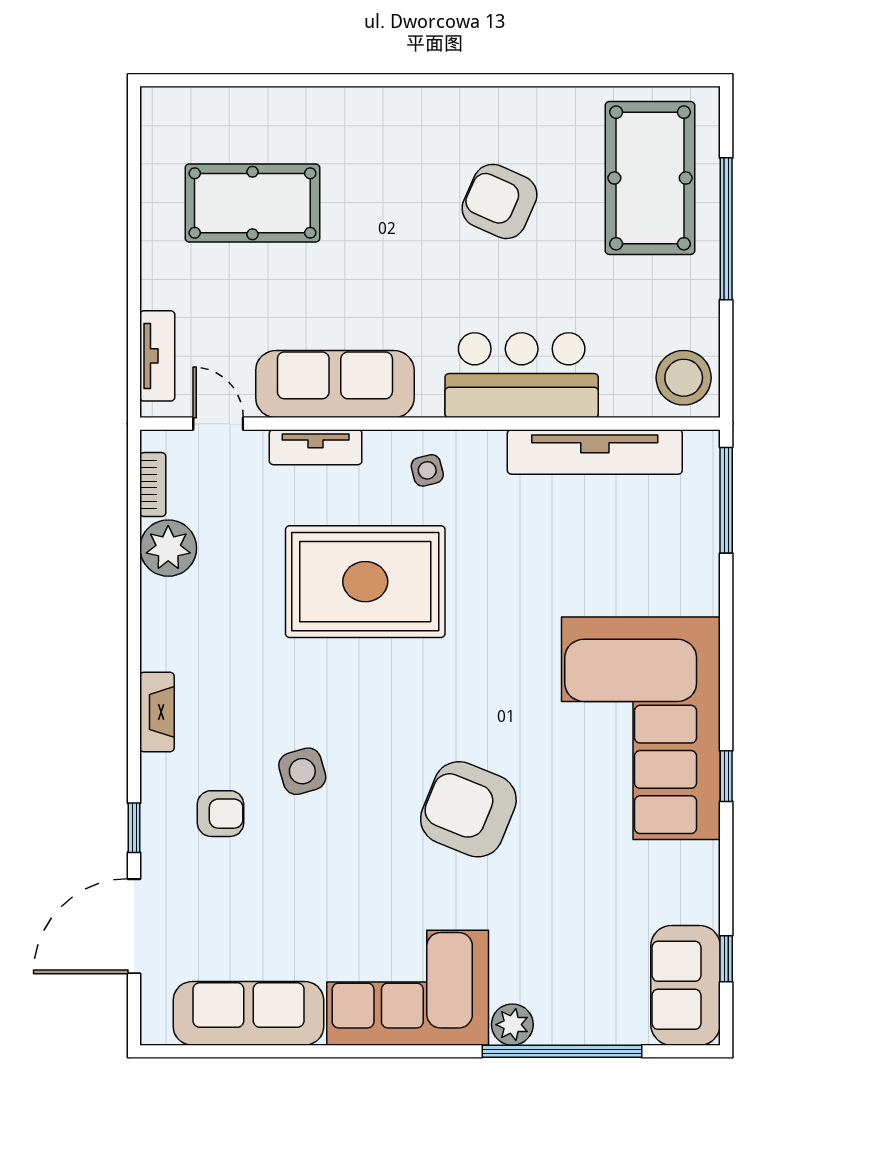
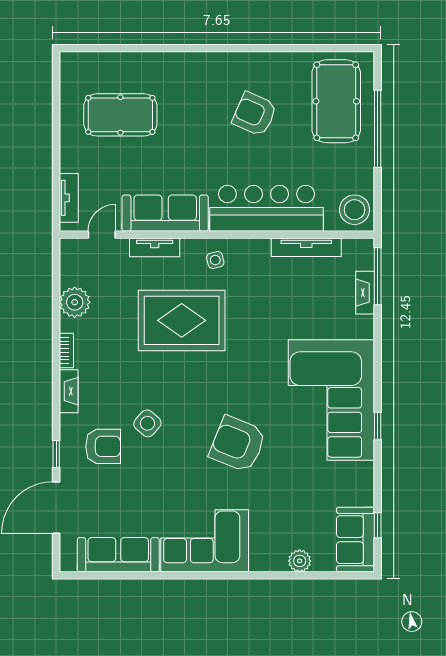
bar counter: (522, 375) -> (267, 208), width x1.36
door: (218, 424) -> (102, 235), hinge flipped
tv unit: (595, 452) -> (306, 247), width x0.73, depth x0.78
bookcase: (153, 485) -> (66, 350), moved
fireplace: (703, 530) -> (365, 293), added
side table: (302, 771) -> (147, 423), turned -33
armchair: (221, 814) -> (103, 446), width x1.38, depth x1.38
plant: (512, 1025) -> (300, 561), moved
window: (562, 1051) -> (288, 575), removed

